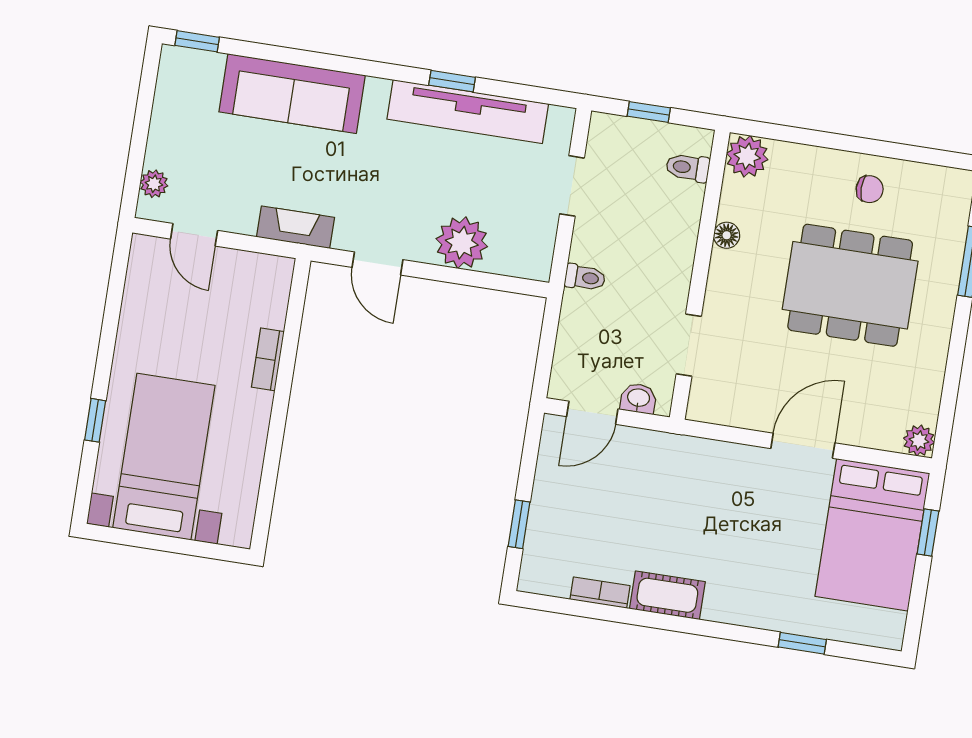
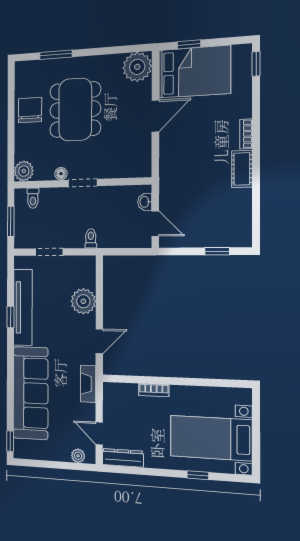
sofa: (292, 94) -> (31, 393), width x1.36, depth x1.27
window: (649, 112) -> (11, 221), width x1.50
chair: (870, 189) -> (30, 110), width x1.87, depth x1.87
door: (194, 235) -> (99, 434), swing flipped
dresser: (142, 276) -> (123, 458), added
doorway: (689, 345) -> (82, 183), moved
plant: (919, 440) -> (137, 67), width x1.87, depth x1.87
door: (803, 446) -> (155, 116), swing flipped
bookcase: (600, 593) -> (246, 134), moved
window: (802, 643) -> (256, 64), moved

